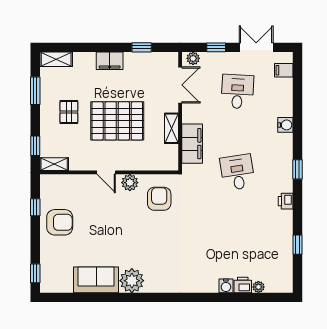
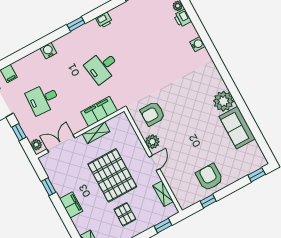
pallet: (69, 112) -> (125, 214), turned 90
shelving: (54, 164) -> (163, 194), moved
water cooler: (226, 286) -> (197, 44), moved

